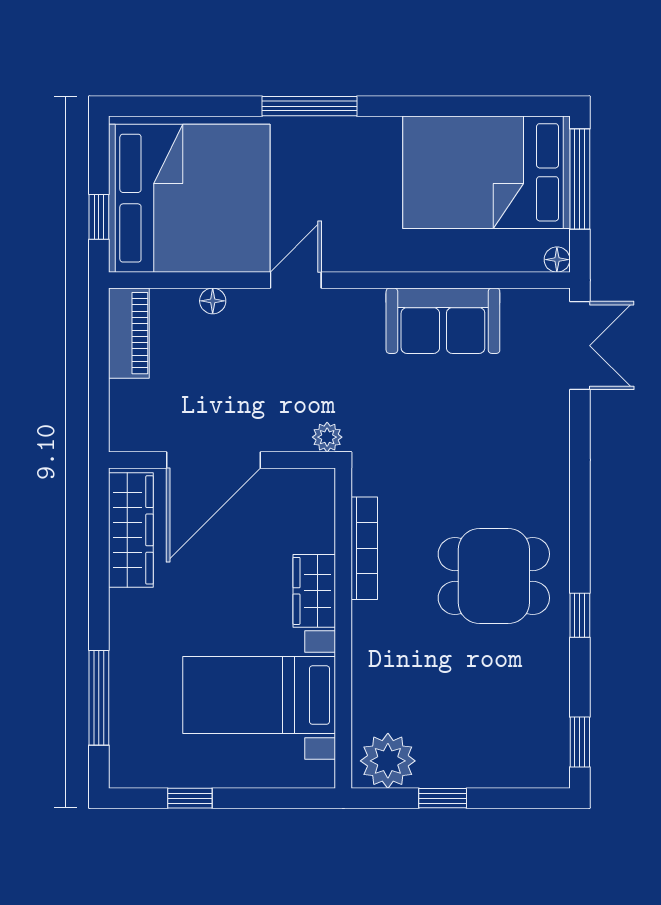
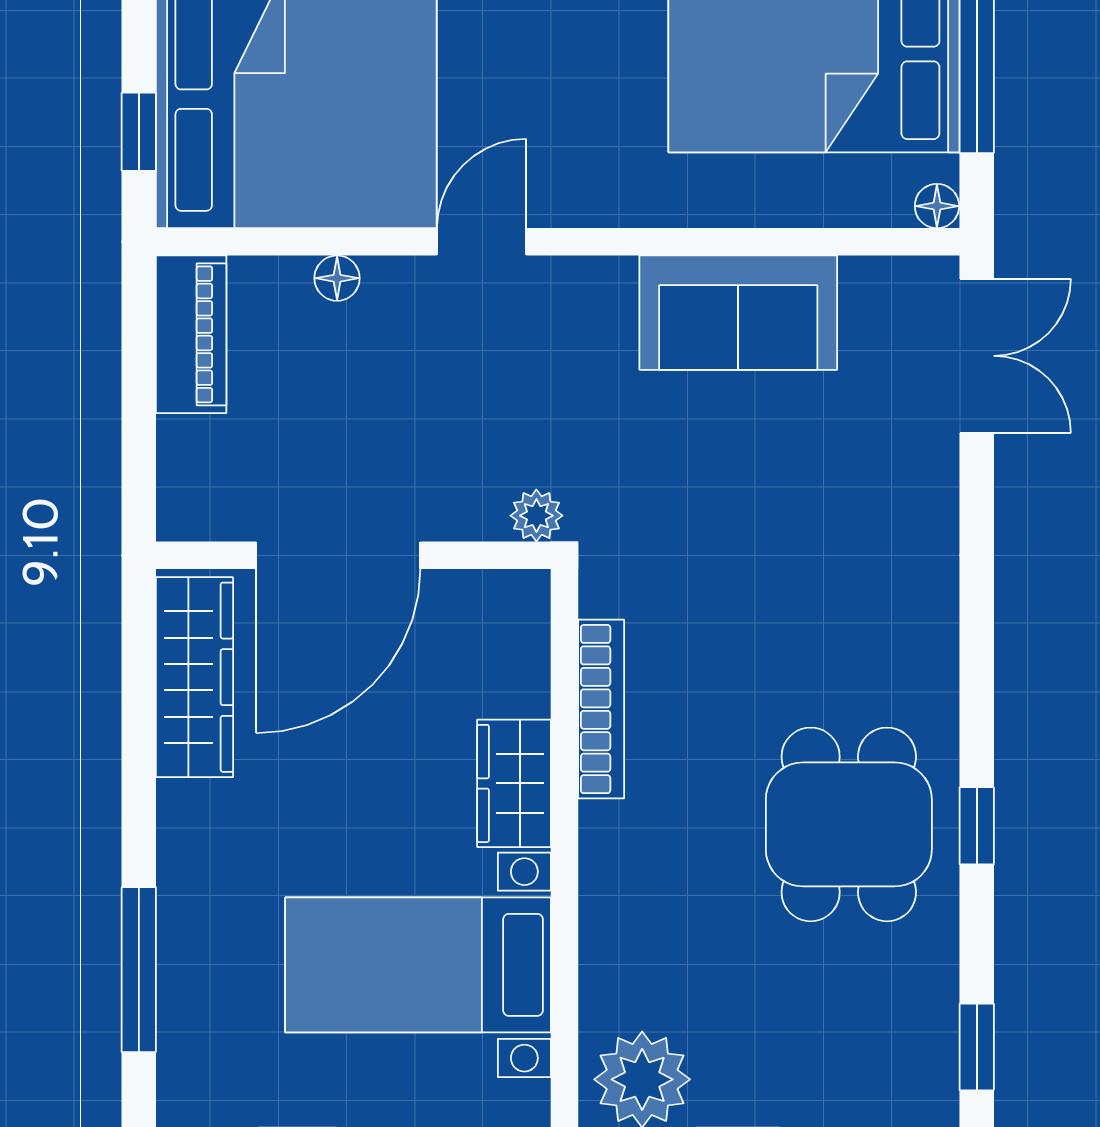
dining table: (494, 576) -> (849, 824), moved, turned 90

